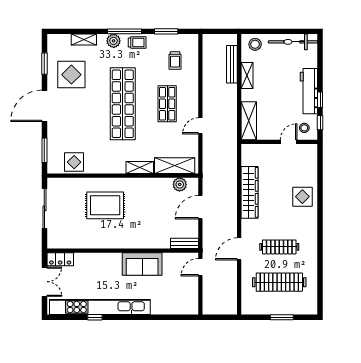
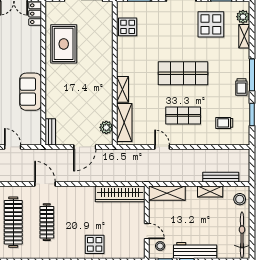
plant: (114, 41) -> (243, 17), moved
shop shelf: (123, 104) -> (183, 73), width x0.71
wardrobe: (250, 192) -> (120, 194), moved
rug: (105, 205) -> (64, 44), moved
door: (200, 207) -> (85, 147), swing flipped
door: (200, 267) -> (13, 147), moved

